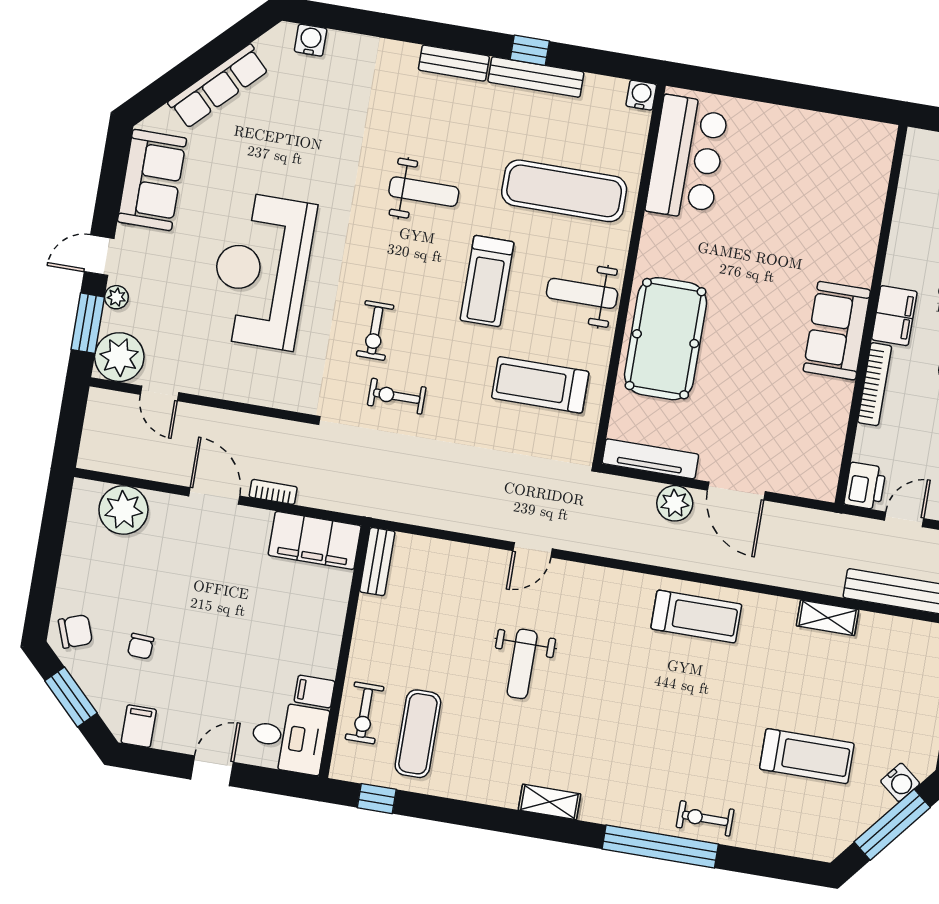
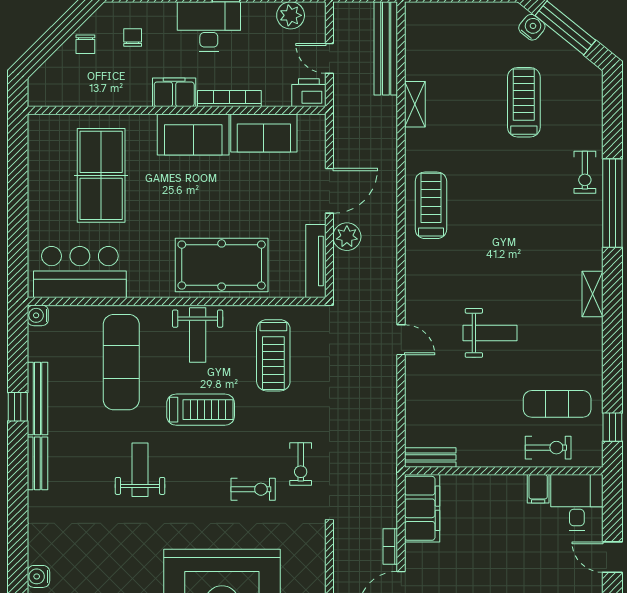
table tennis table: (805, 205) -> (101, 175), added
sofa: (824, 420) -> (264, 133), added

